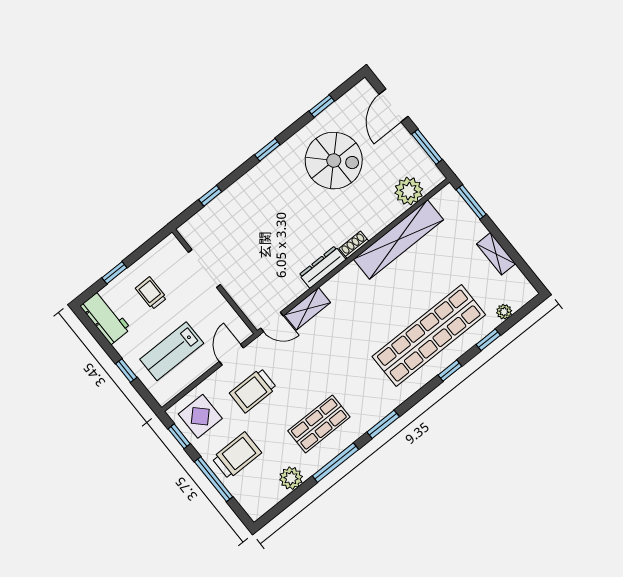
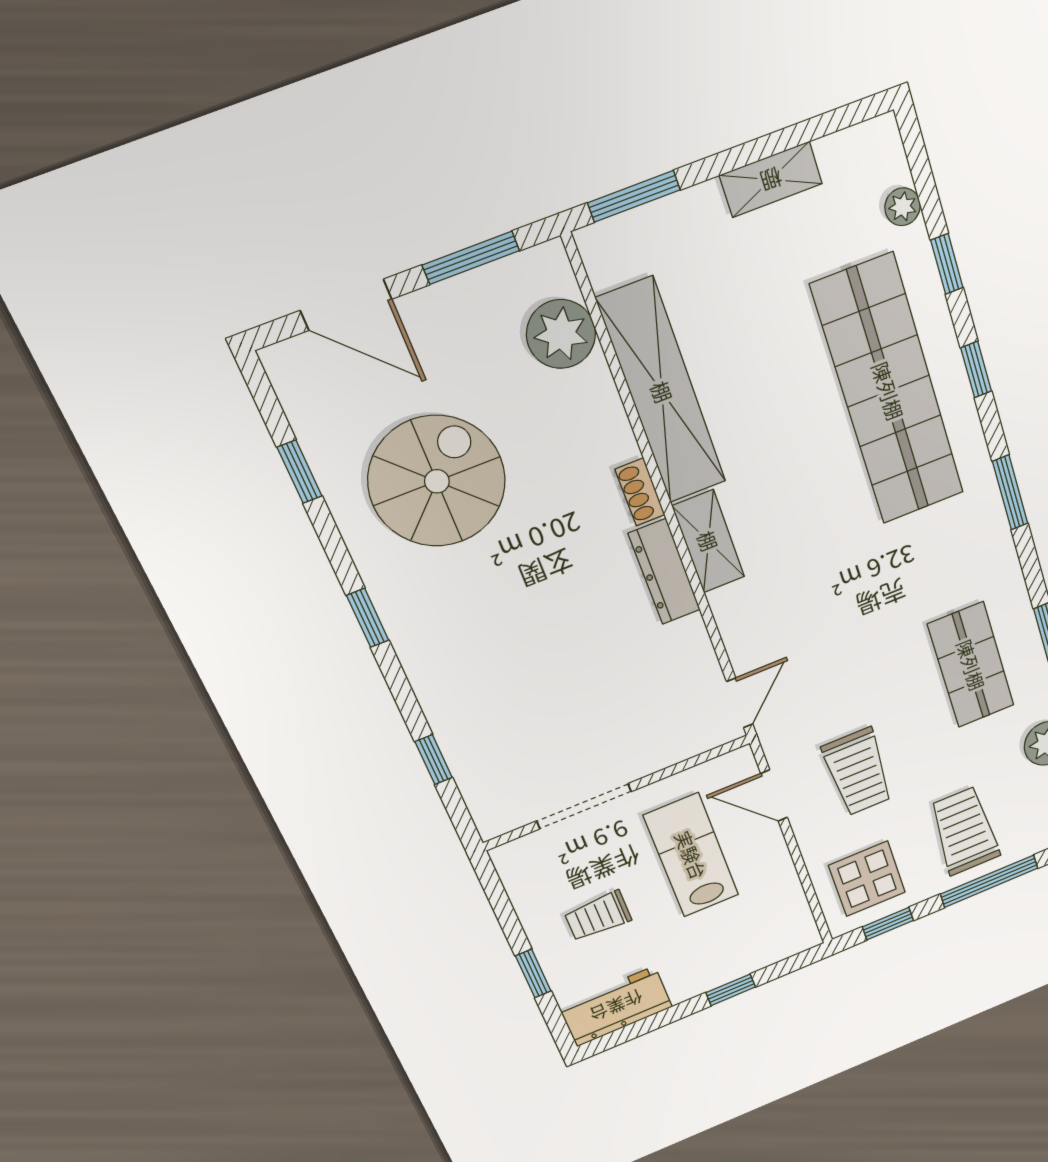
shelving: (307, 309) -> (708, 541), moved
lab bench: (172, 351) -> (691, 855), moved, turned 180
window: (383, 424) -> (1010, 493), moved

